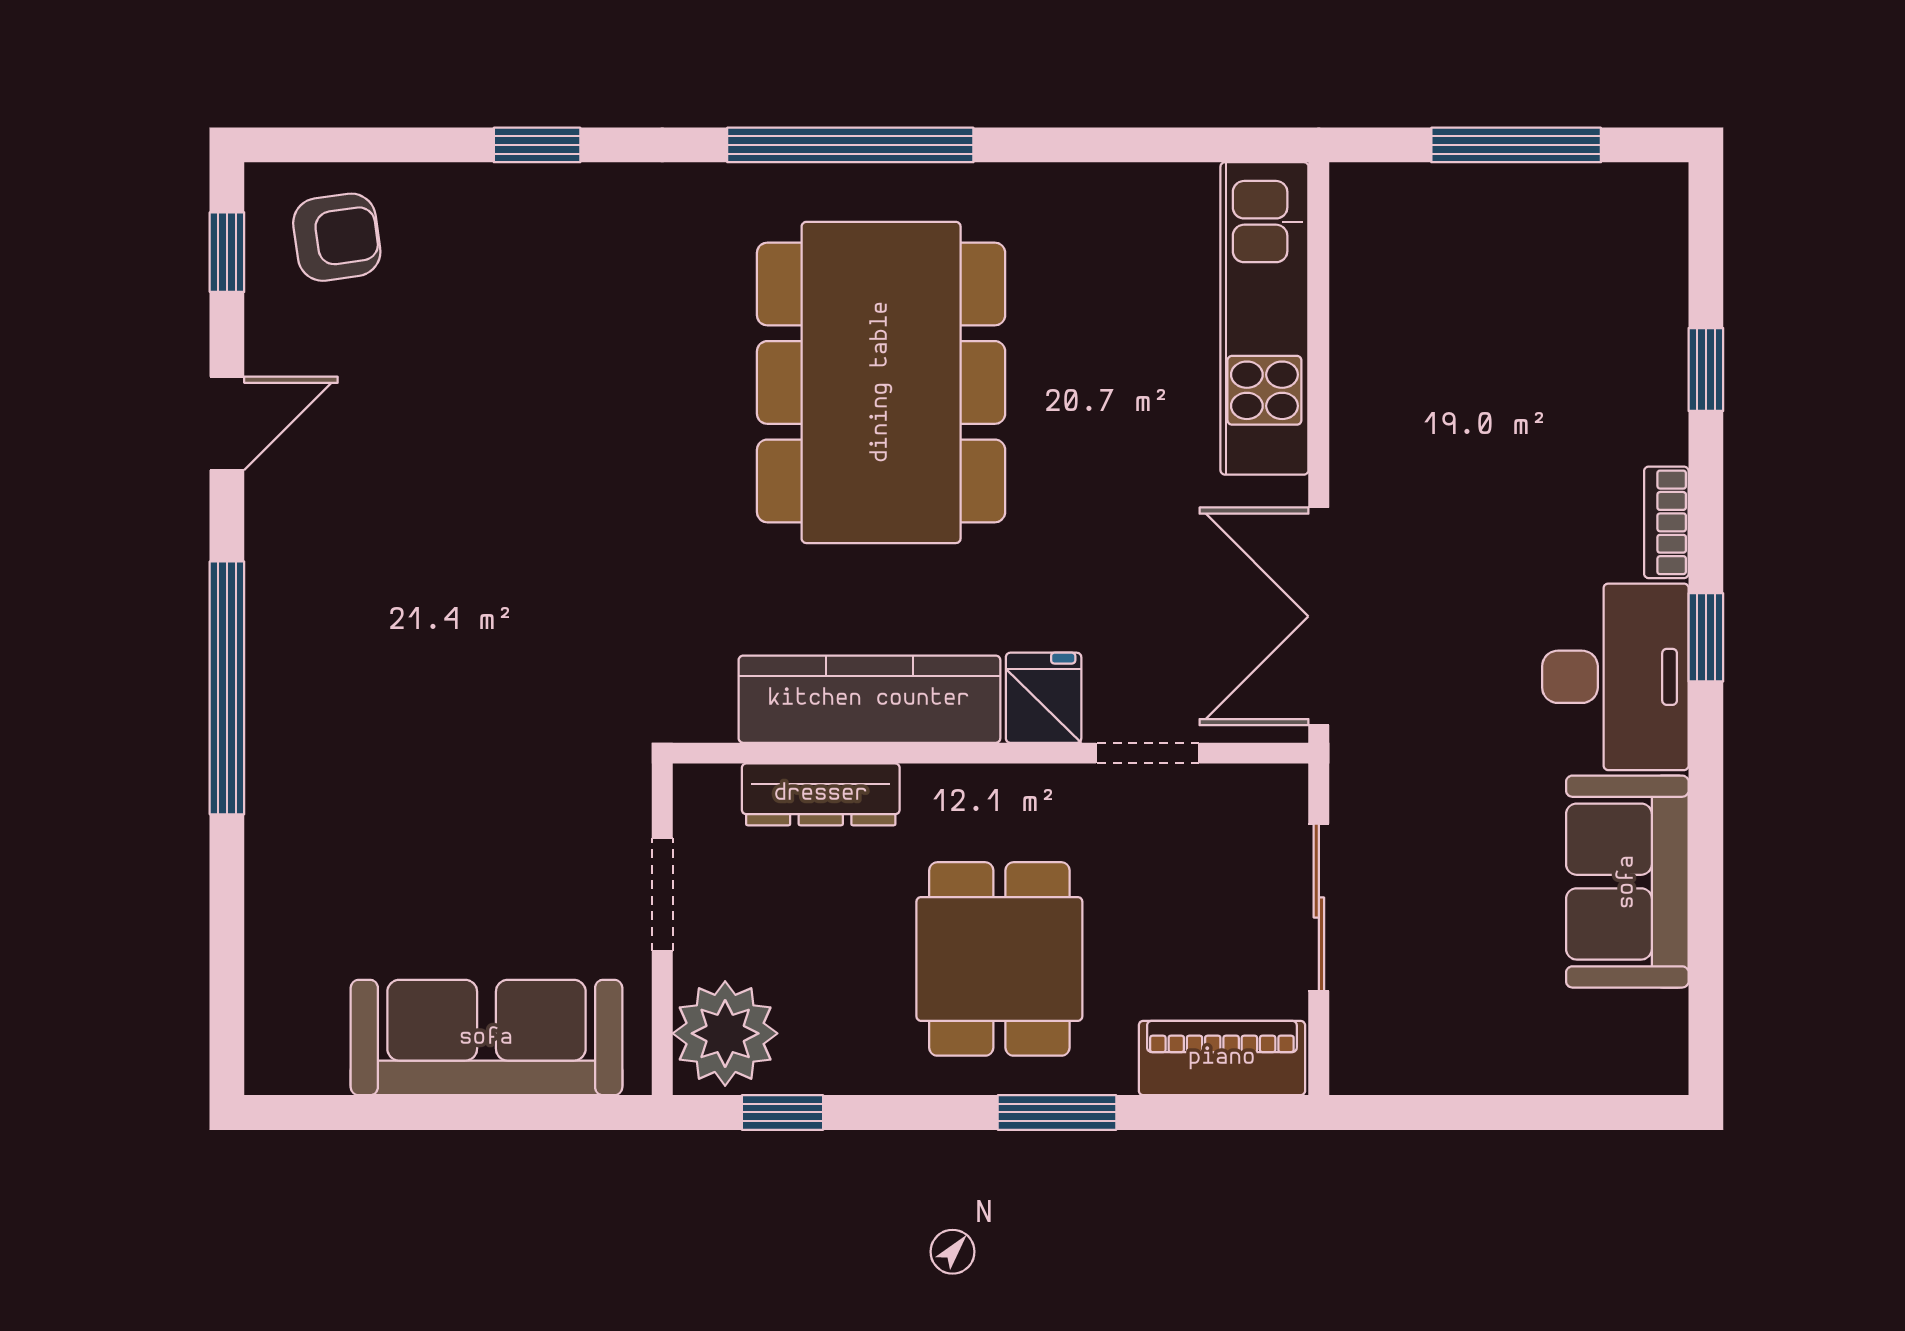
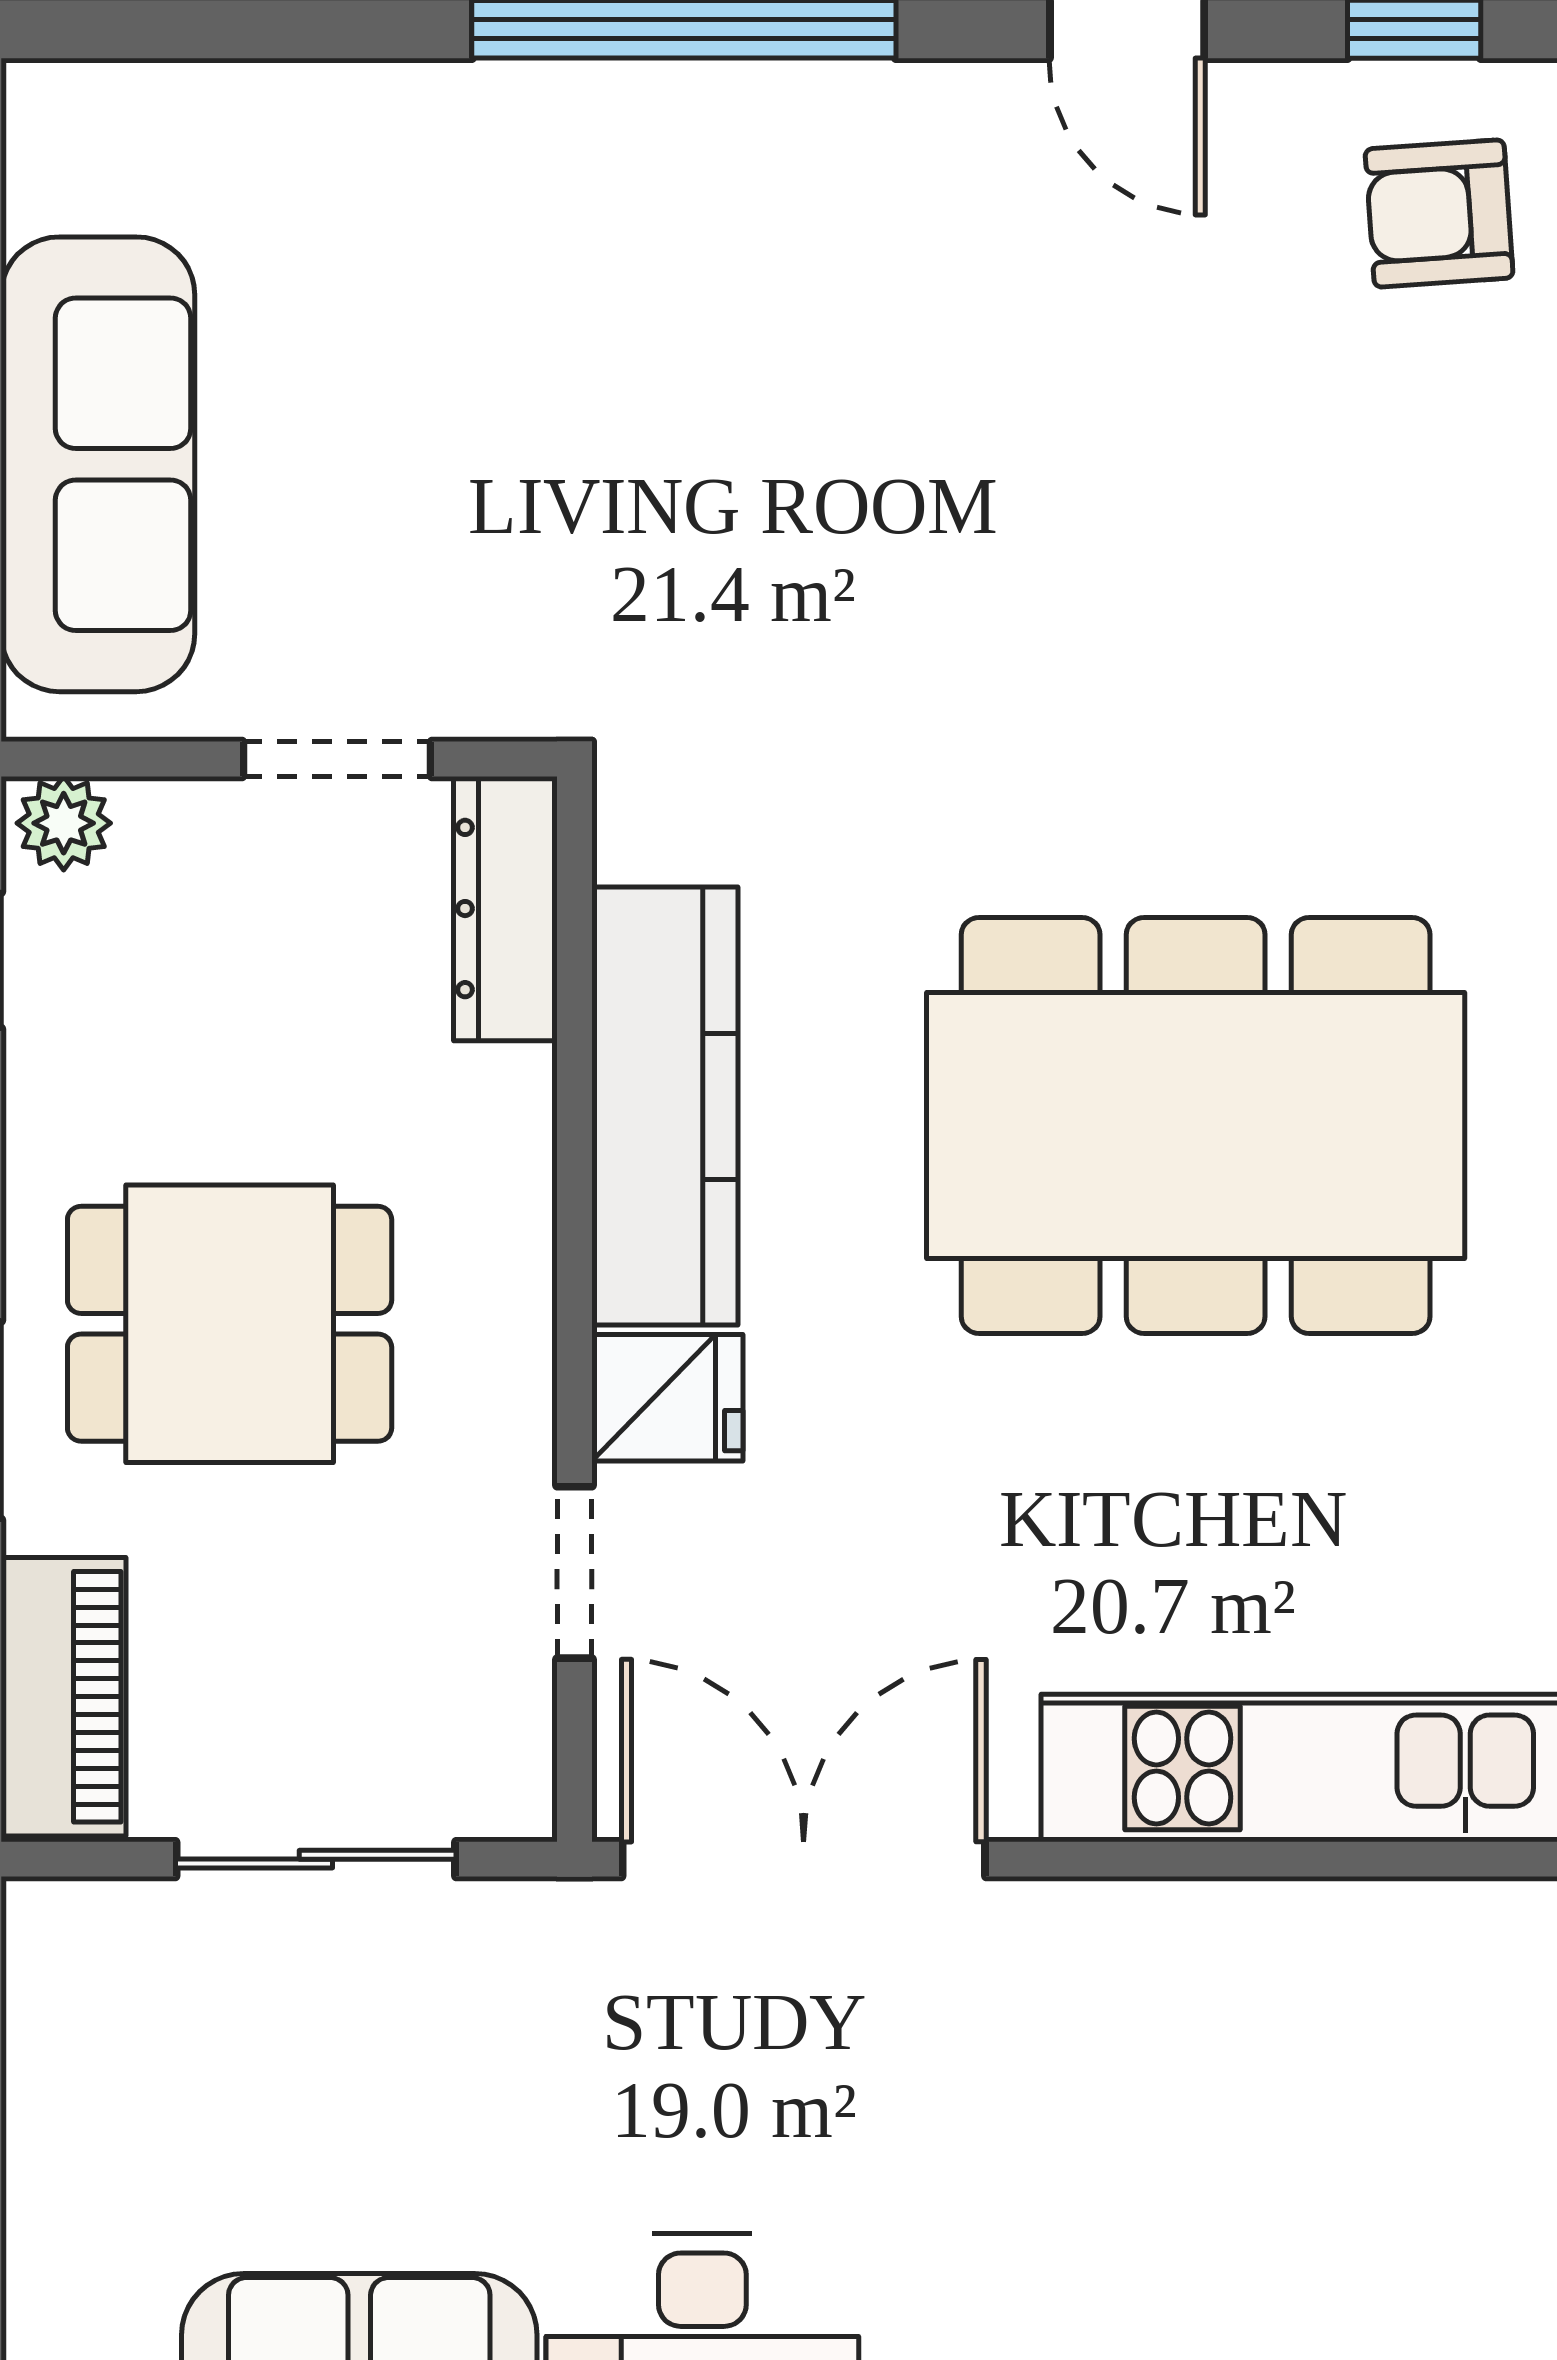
armchair: (337, 237) -> (1439, 213), turned 94
dresser: (821, 794) -> (505, 909), moved
plant: (725, 1033) -> (64, 823), width x0.53, depth x0.53

